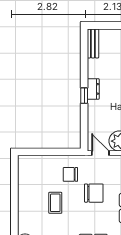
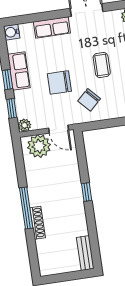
dresser: (93, 89) -> (77, 201), removed
chair: (70, 174) -> (89, 100), turned 137

